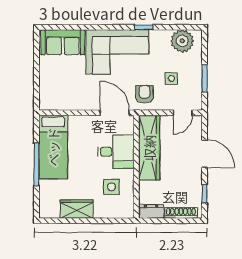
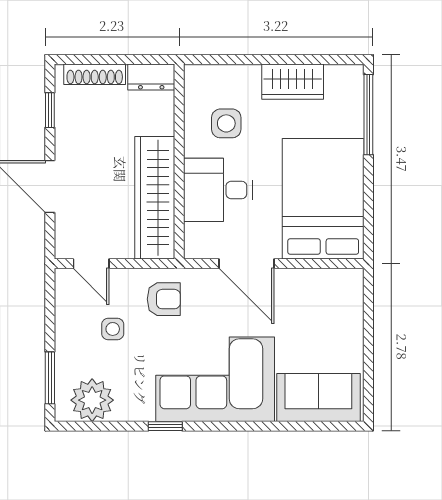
window: (205, 78) -> (50, 378), moved
armchair: (144, 94) -> (164, 299), turned -90
door: (115, 113) -> (246, 264), moved
door: (183, 113) -> (91, 264), swing flipped
bed: (53, 147) -> (323, 199), width x1.50
window: (36, 164) -> (368, 115), moved

